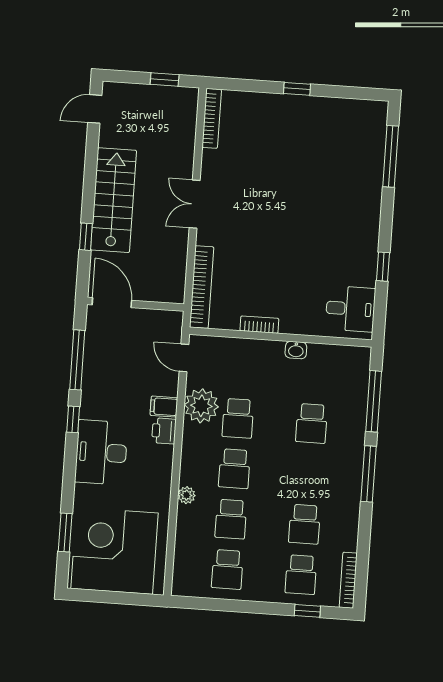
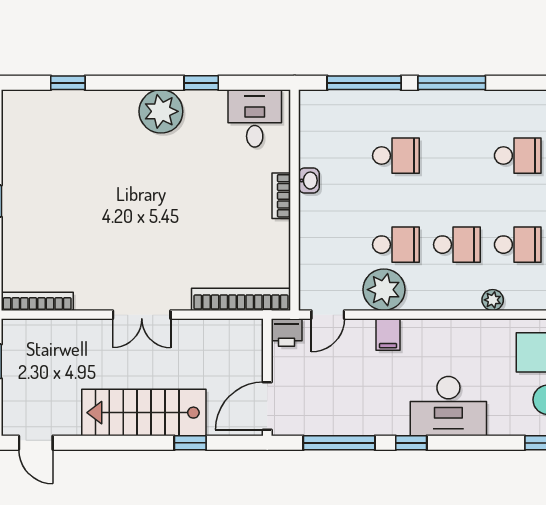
window: (391, 156) -> (68, 83), width x0.46
plant: (362, 232) -> (161, 111), added
bookcase: (259, 325) -> (281, 196), moved
printer: (164, 431) -> (287, 333), moved

